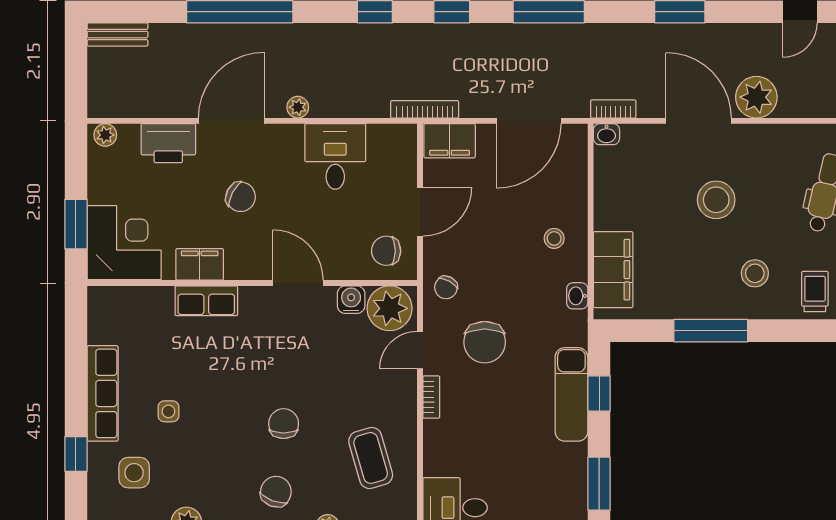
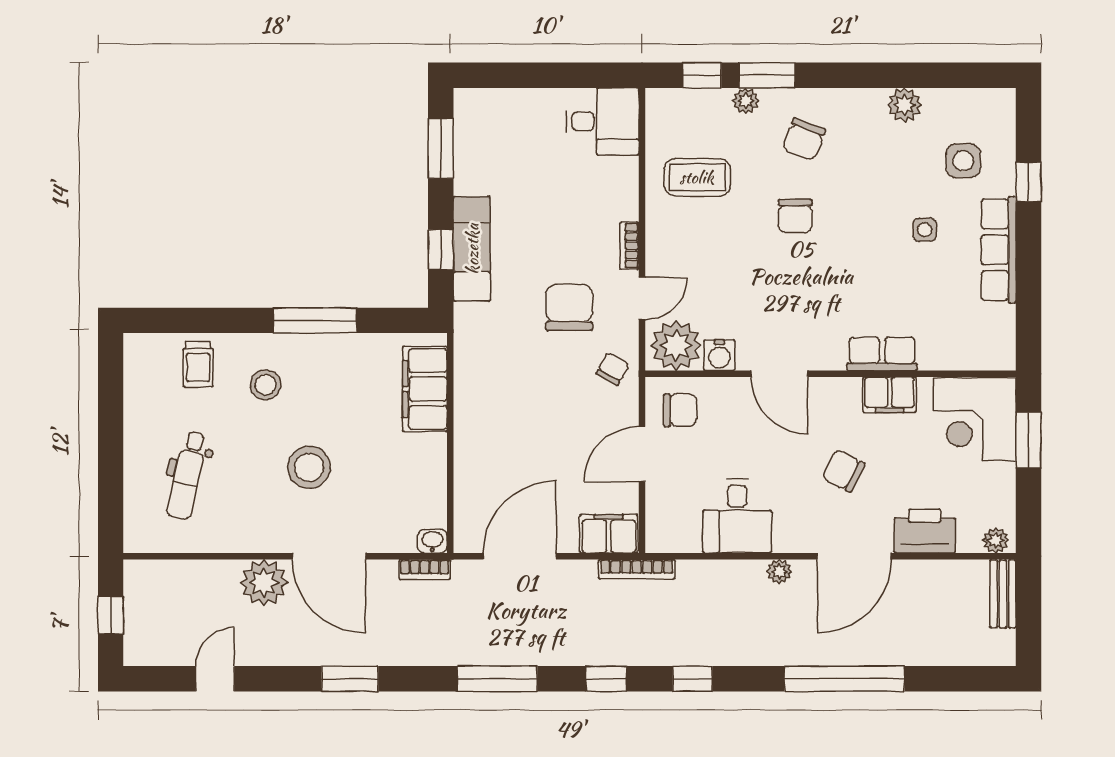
bench: (118, 35) -> (1003, 594), moved, turned 90
stool: (554, 238) -> (491, 424), removed
washbasin: (577, 296) -> (465, 359), removed
coffee table: (371, 458) -> (697, 177), turned -74

